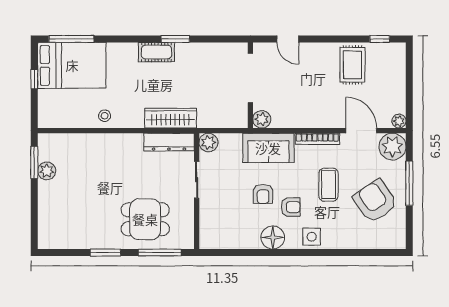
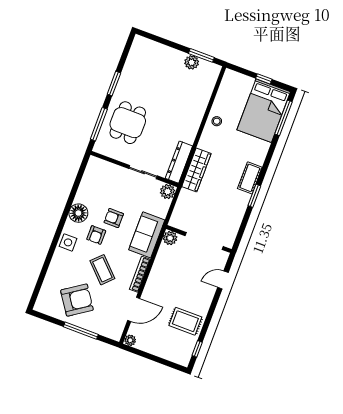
plant: (392, 147) -> (113, 328), removed
coffee table: (329, 185) -> (102, 270), turned 45

